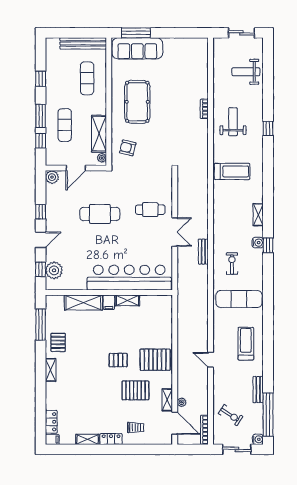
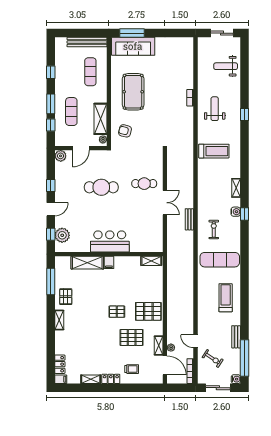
bar counter: (129, 278) -> (110, 241), width x0.54
shelving: (127, 300) -> (151, 261), moved
door: (211, 360) -> (196, 341), moved

